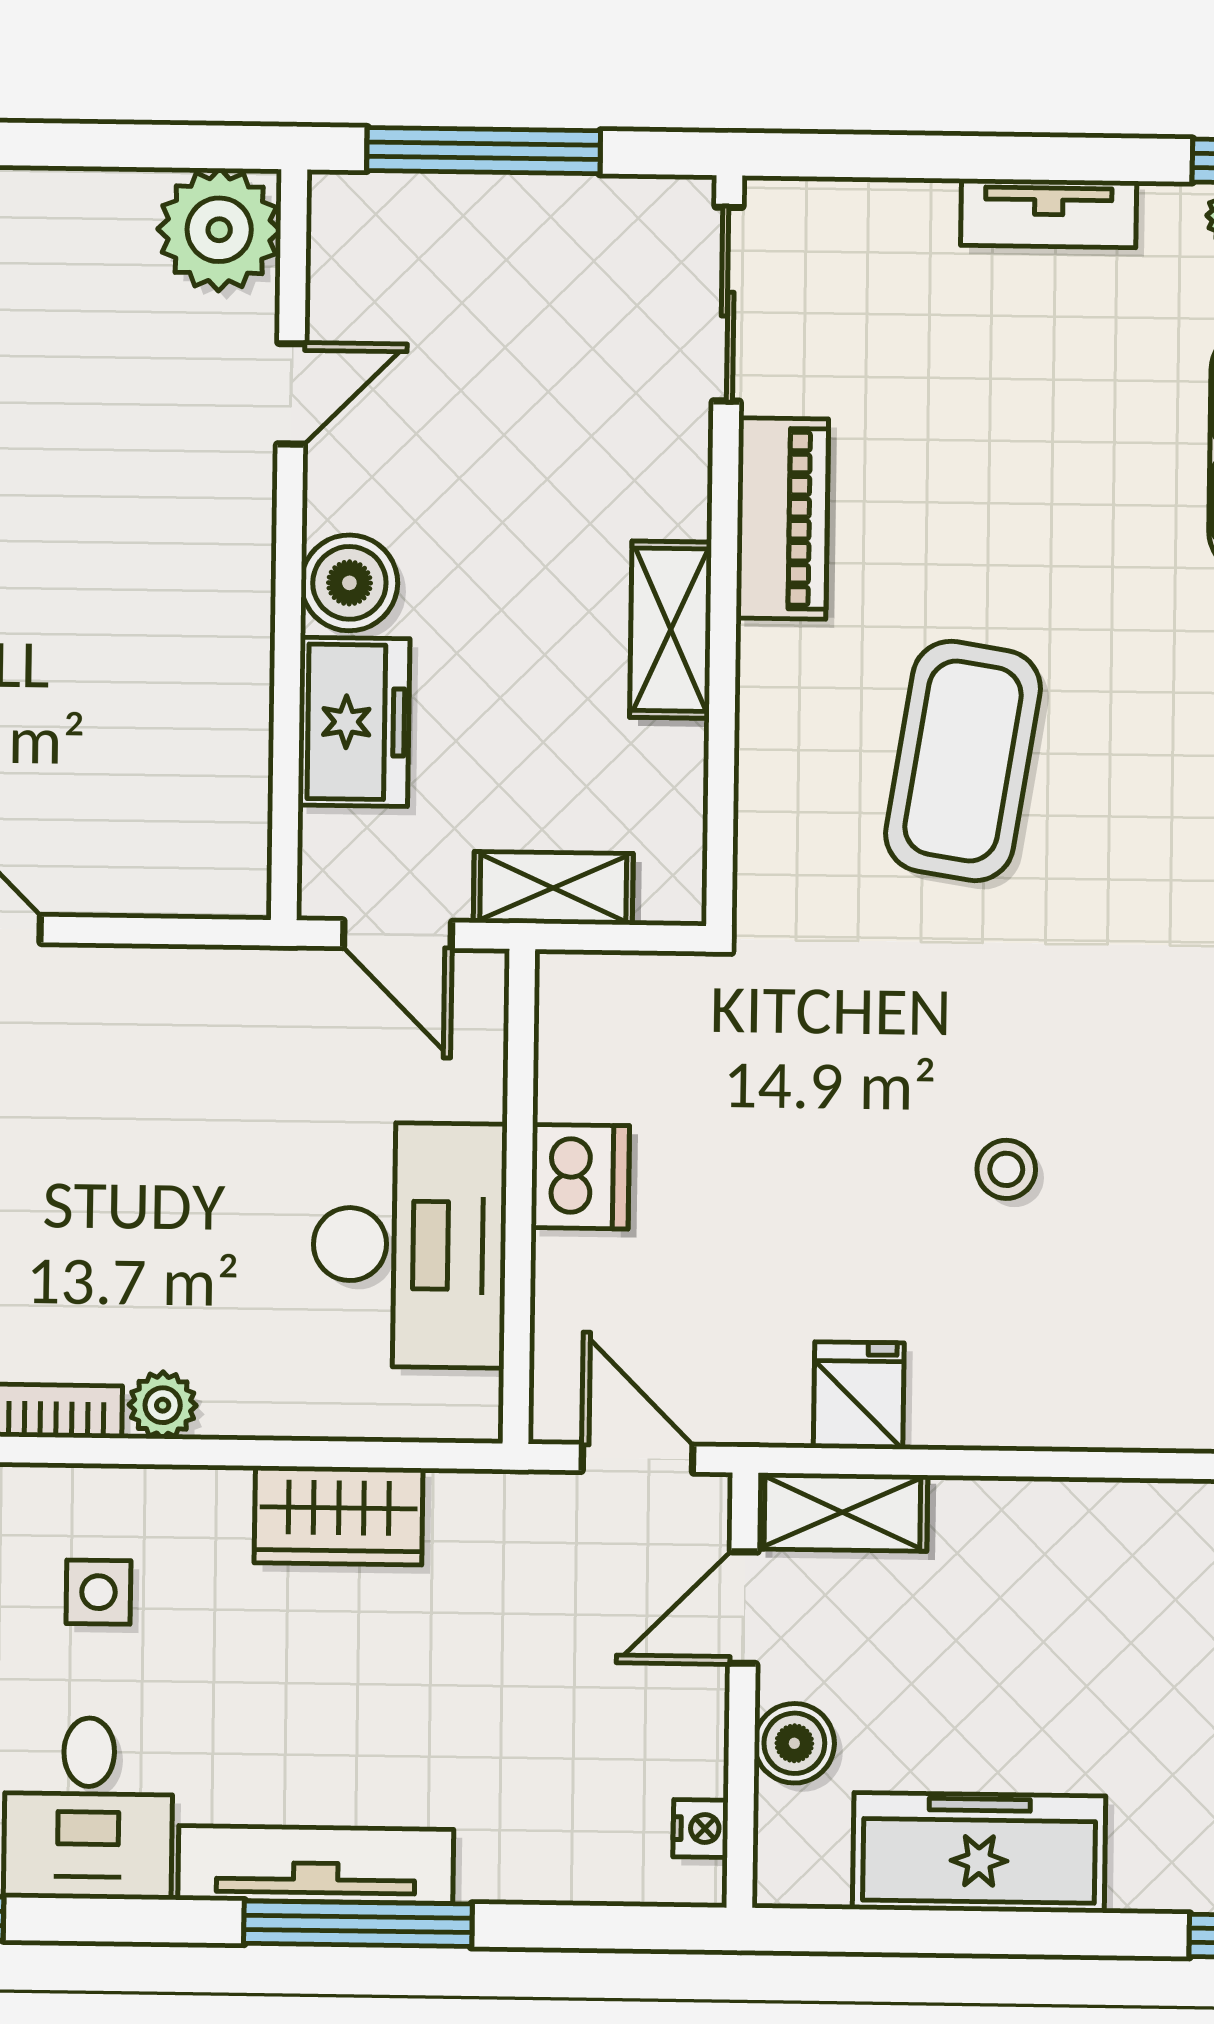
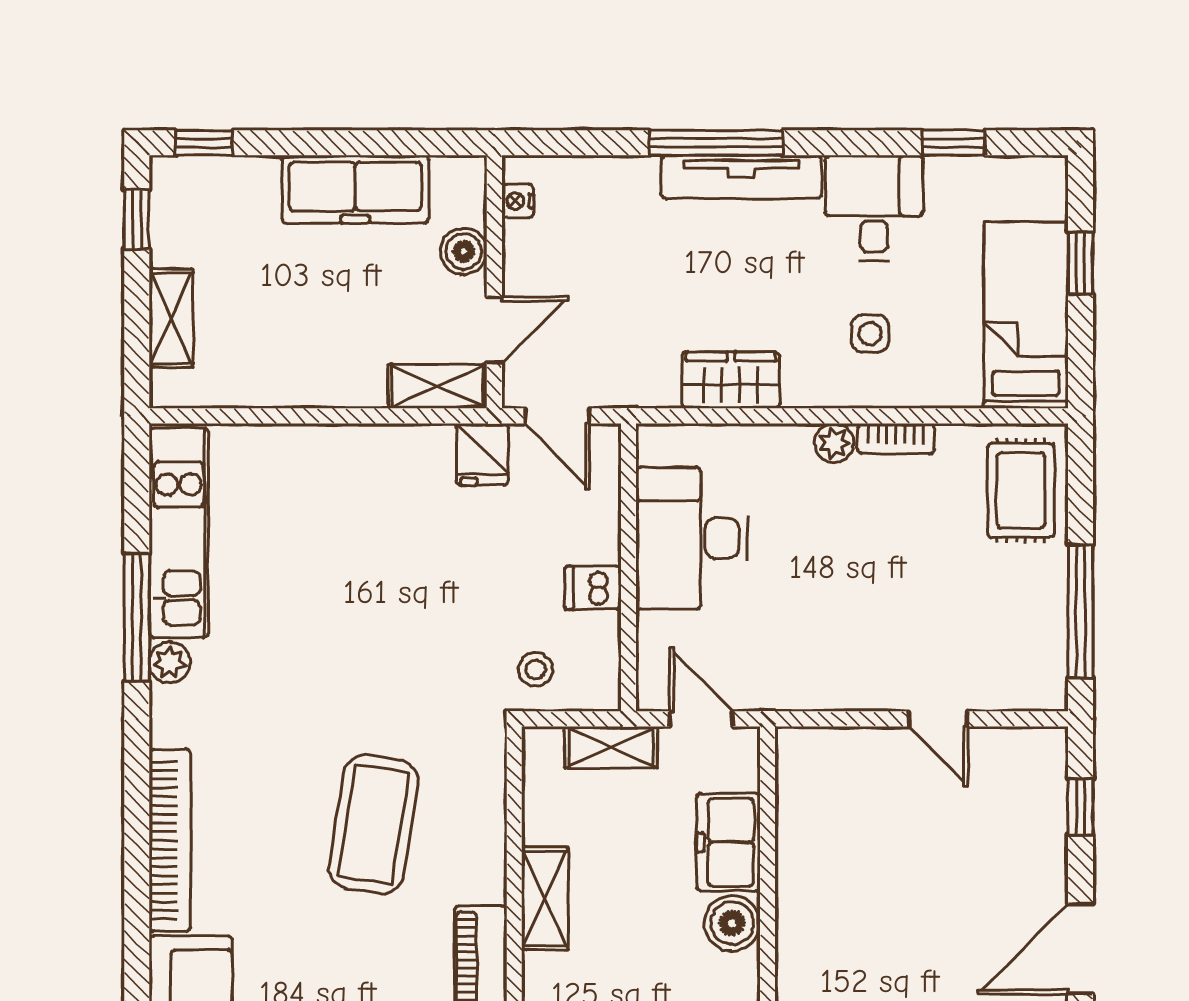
stool: (1006, 1169) -> (536, 669), moved
dishwasher: (580, 1177) -> (593, 588), width x0.73
fridge: (859, 1395) -> (482, 454), moved

